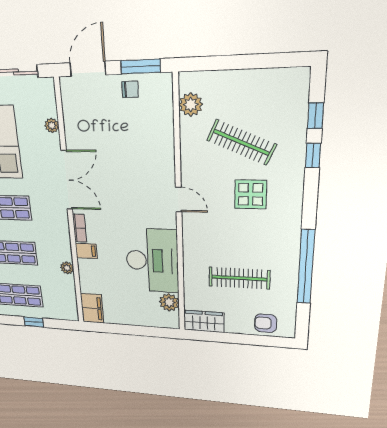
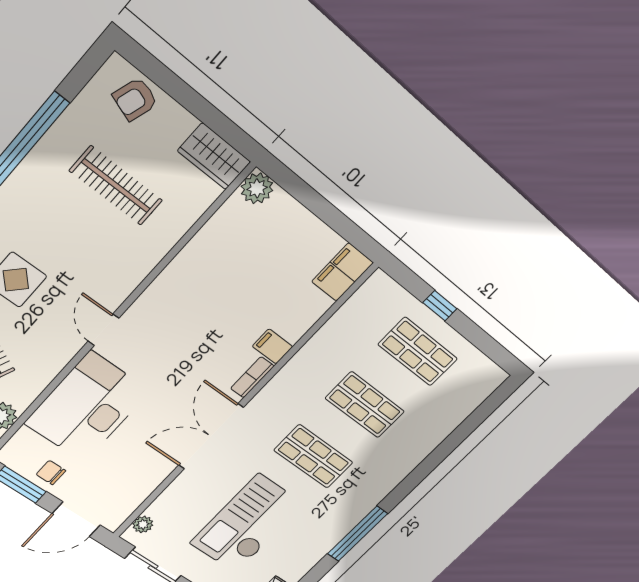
plant: (52, 125) -> (143, 524), moved
desk: (152, 261) -> (87, 407), moved
plant: (67, 268) -> (319, 343), removed
plant: (169, 302) -> (257, 188), moved
armchair: (266, 323) -> (135, 99), turned 108

